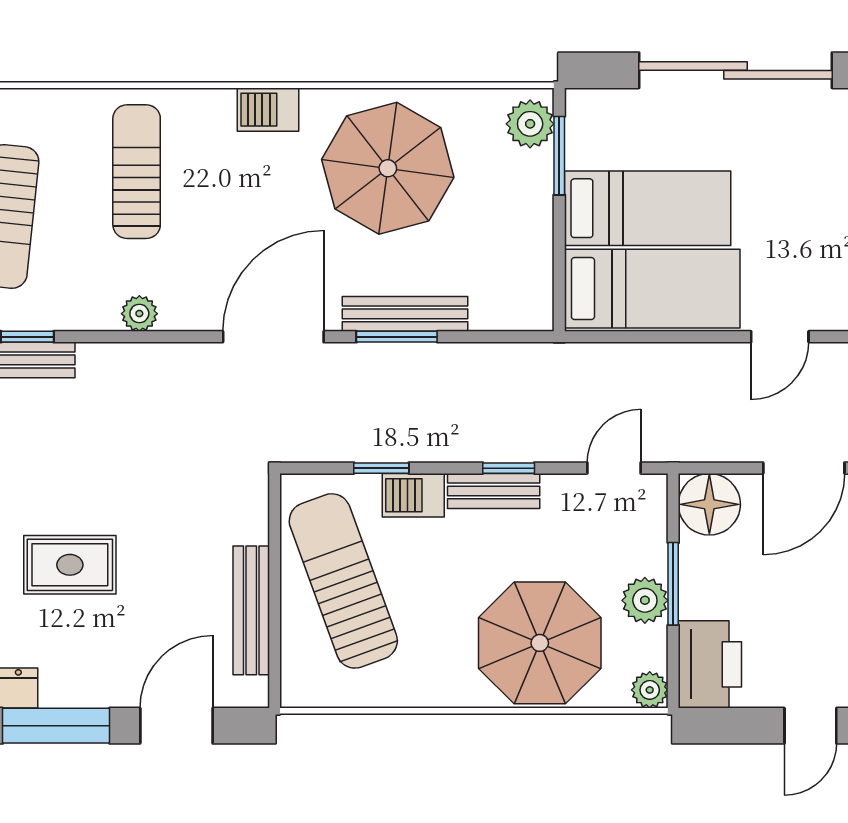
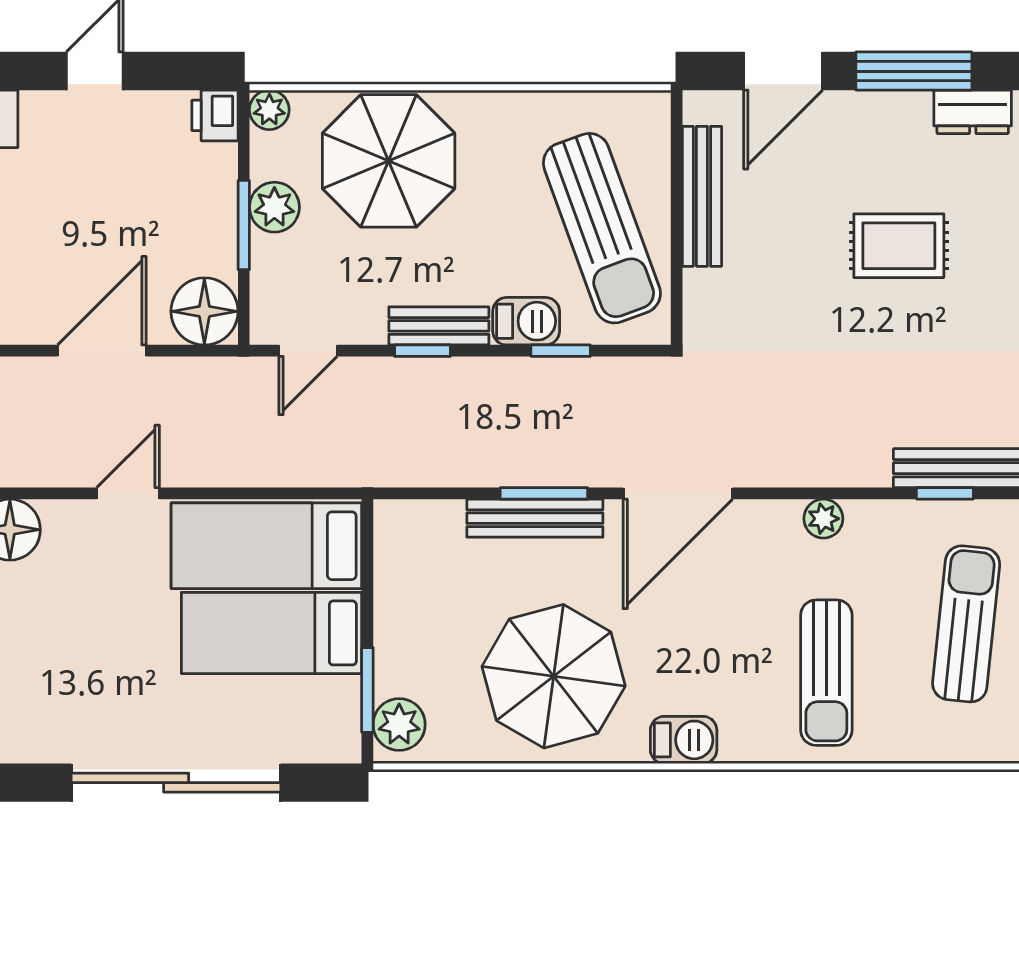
printer: (710, 664) -> (215, 115), width x0.53, depth x0.68

